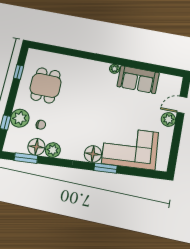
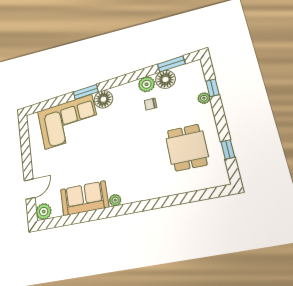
plant: (20, 118) -> (204, 98), width x0.53, depth x0.53
plant: (168, 119) -> (44, 212), moved
chair: (41, 125) -> (151, 104), moved

